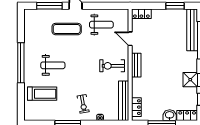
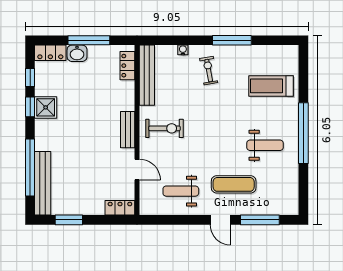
weight bench: (53, 65) -> (265, 145), moved, turned 180

